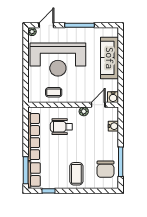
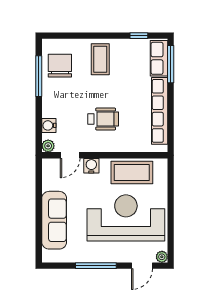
coffee table: (54, 92) -> (132, 173), width x1.86, depth x1.72
water cooler: (113, 97) -> (91, 166), moved
plant: (84, 111) -> (48, 146), moved
wheelchair: (61, 127) -> (103, 119), moved

